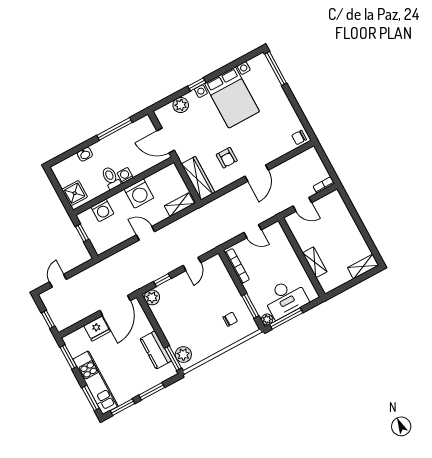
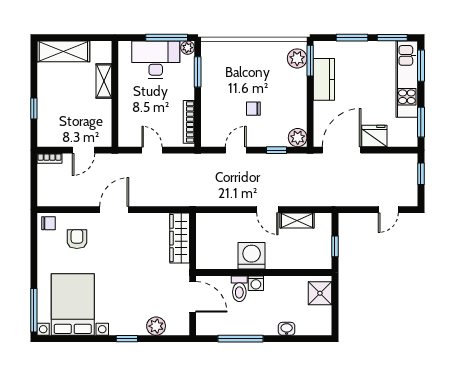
bed with nightstands: (232, 98) -> (73, 304), moved
armchair: (227, 158) -> (77, 239), moved
toilet: (111, 178) -> (239, 289), moved
door: (302, 204) -> (84, 150), swing flipped
shelving: (179, 205) -> (297, 221), moved
washing machine: (102, 210) -> (300, 259), removed
window: (355, 215) -> (34, 108), added
shelving: (363, 266) -> (63, 51), width x1.50, depth x1.33
chair: (230, 319) -> (253, 109), moved

